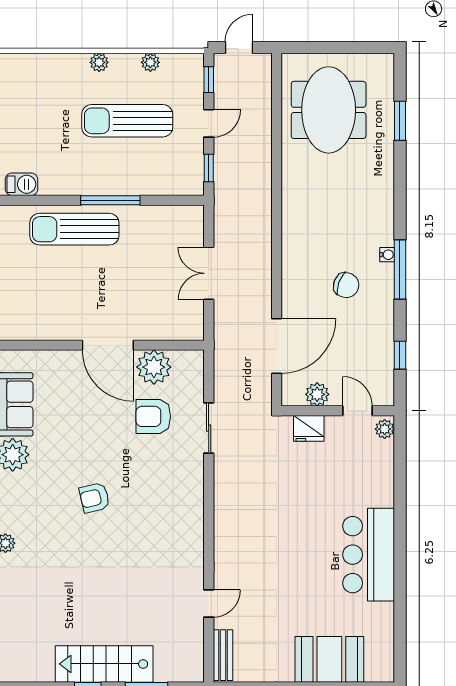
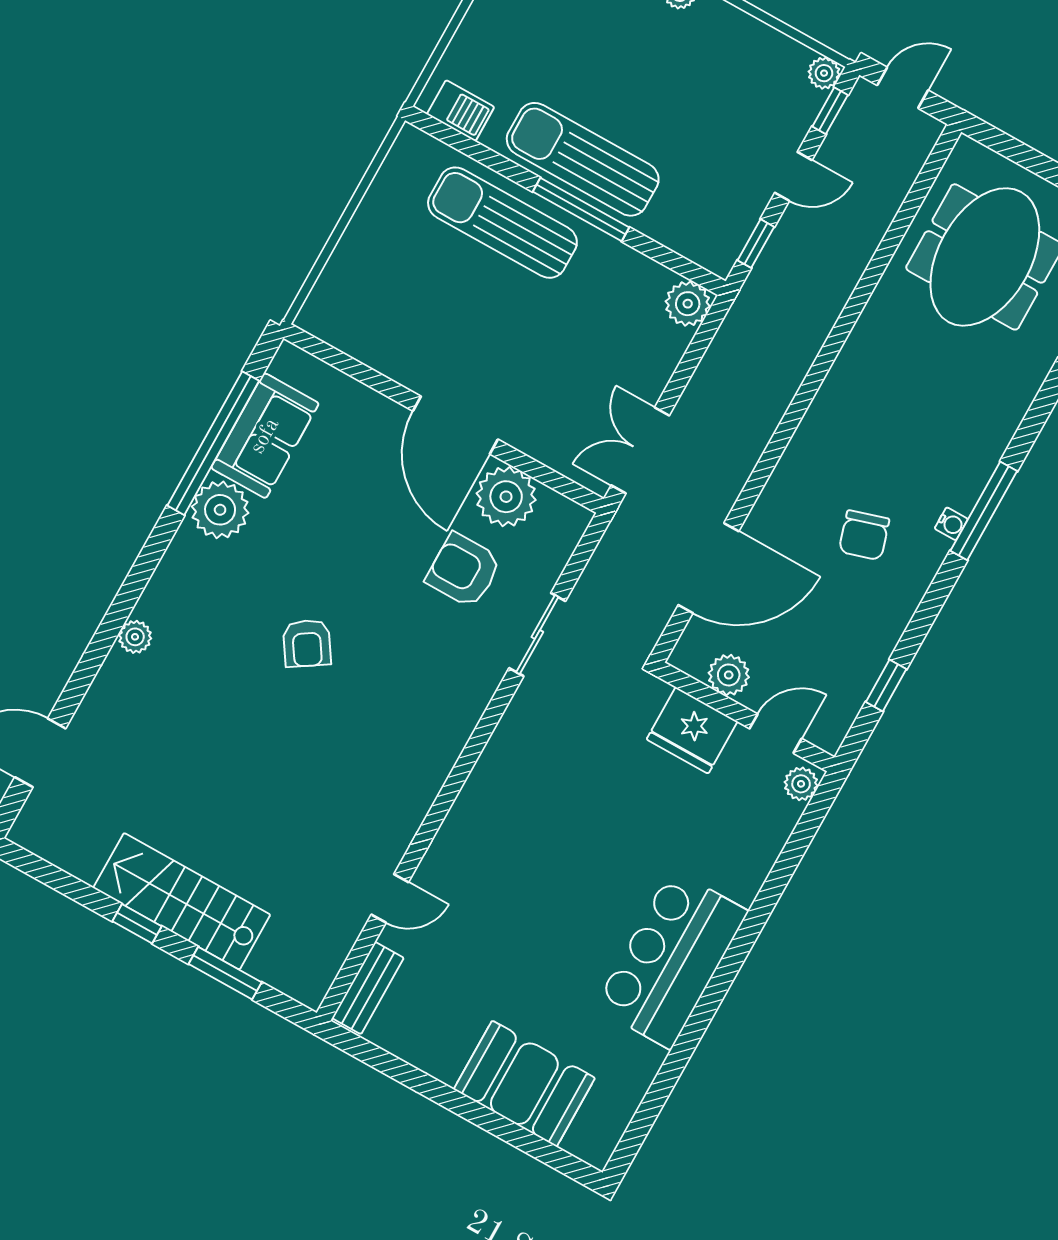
plant: (150, 62) -> (824, 73), moved
sun lounger: (127, 121) -> (583, 159), moved
plant: (191, 218) -> (688, 304), added
window: (400, 270) -> (984, 511), moved
double door: (209, 273) -> (640, 450), moved
chair: (346, 285) -> (864, 535), turned 53
door: (357, 411) -> (776, 734), hinge flipped
fridge: (309, 428) -> (692, 730), width x1.36, depth x1.34
armchair: (94, 498) -> (307, 643), turned -110

